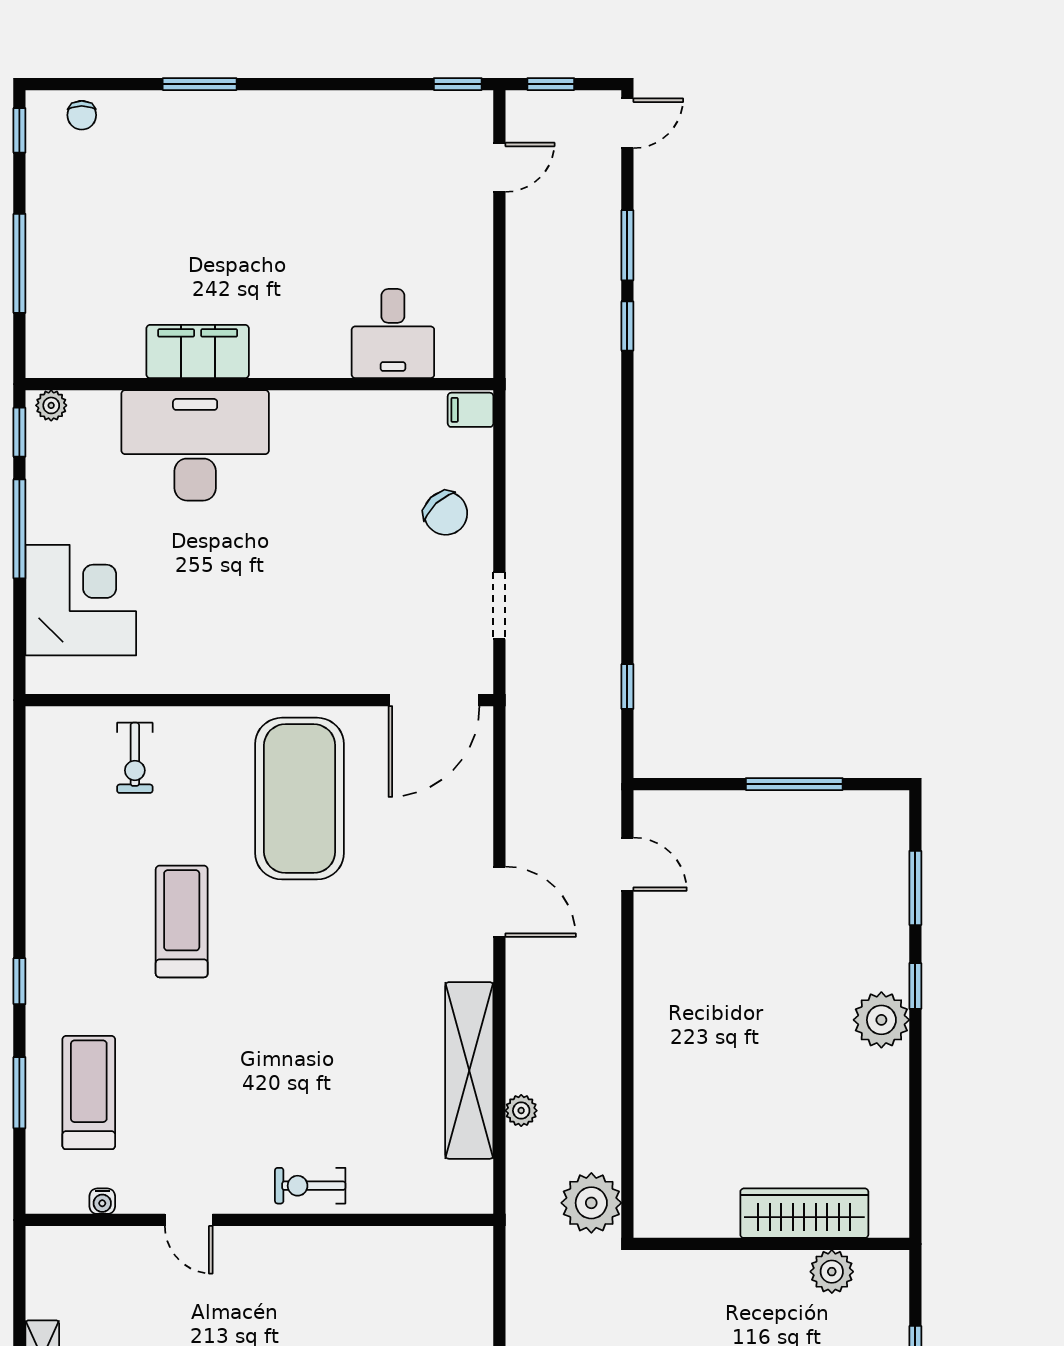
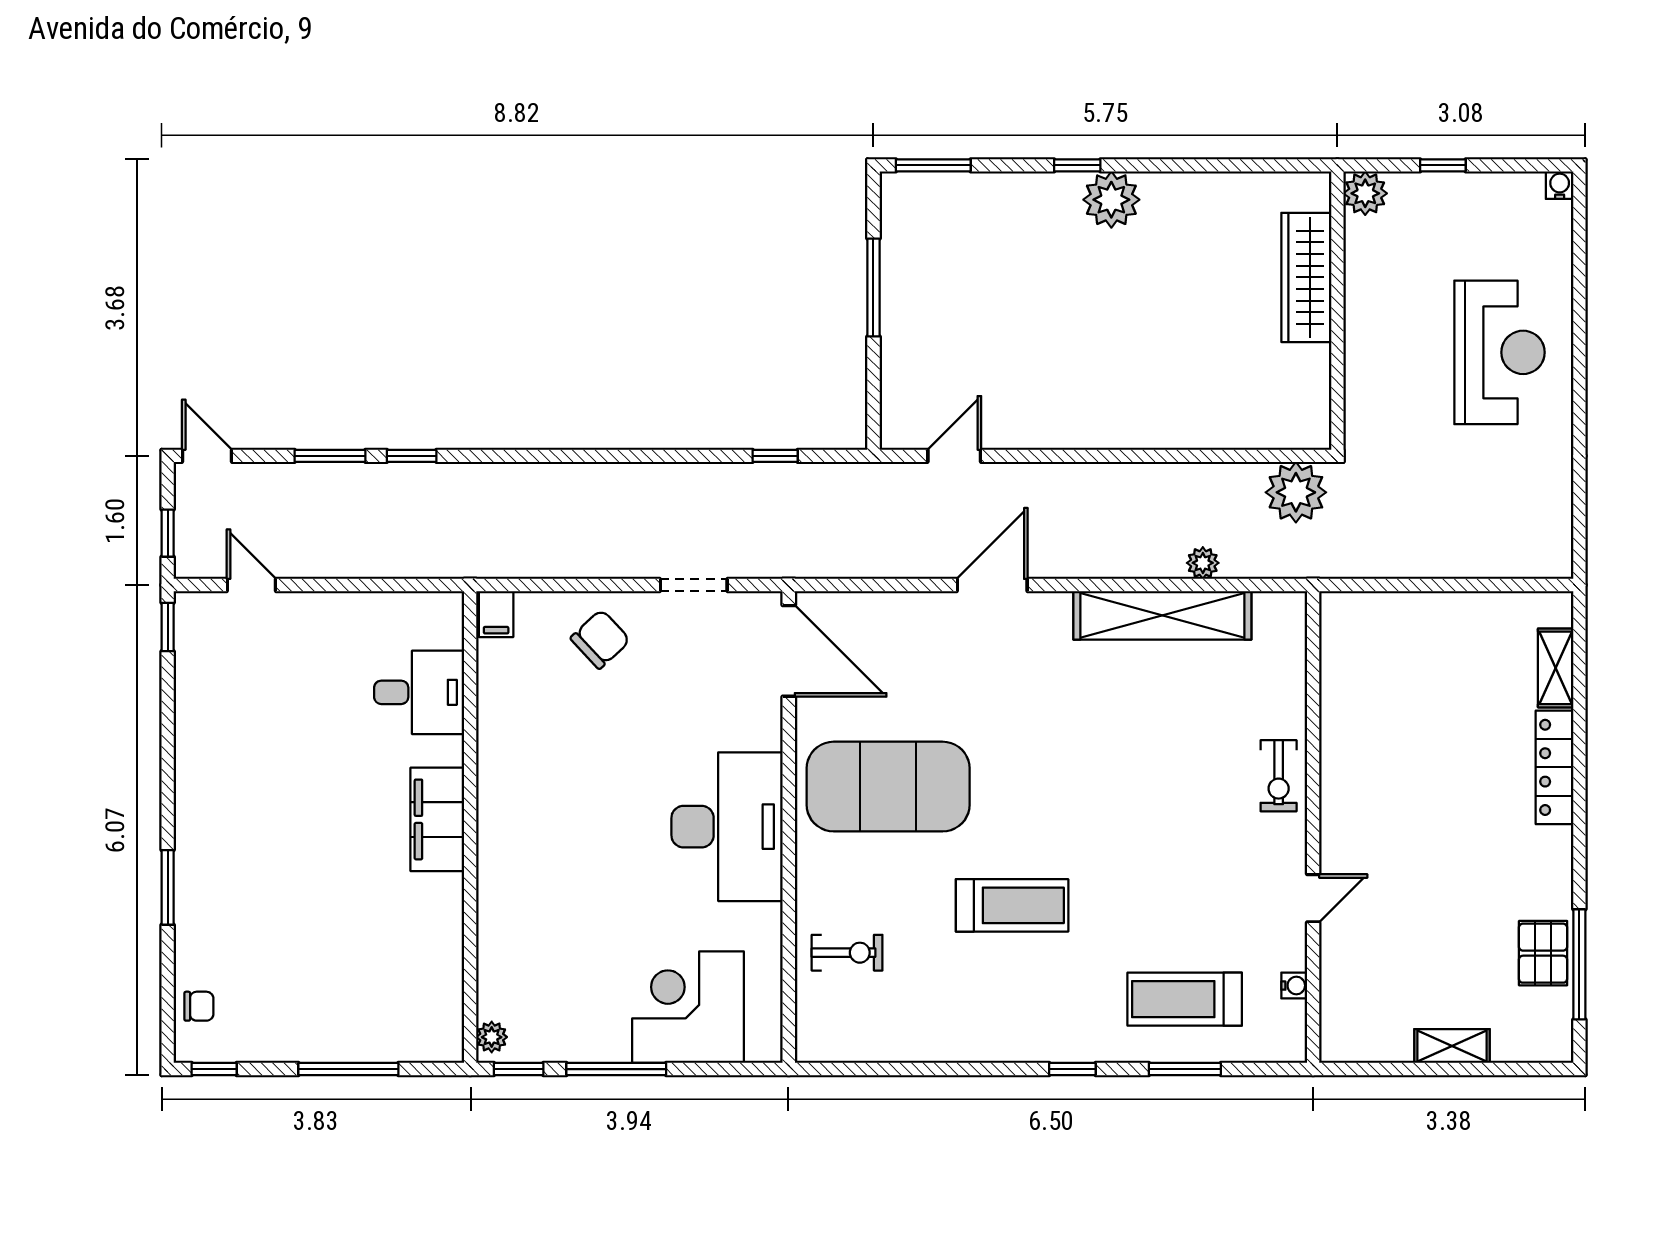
filing cabinet: (198, 352) -> (437, 819), moved
desk: (195, 445) -> (727, 827), moved, turned 180
window: (915, 888) -> (933, 165), moved
treadmill: (182, 921) -> (1012, 905), turned 180
plant: (832, 1272) -> (1365, 193), moved

